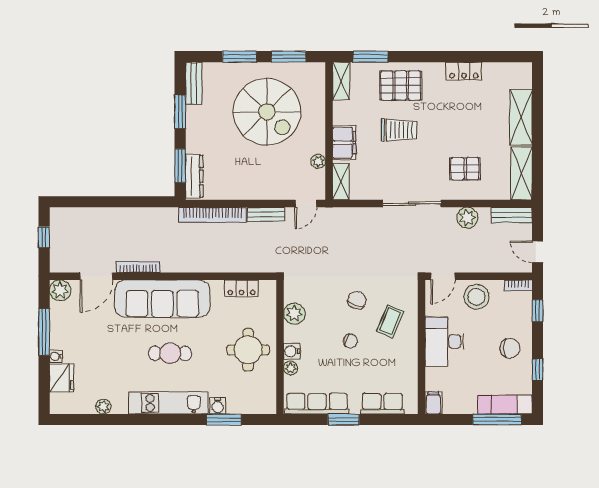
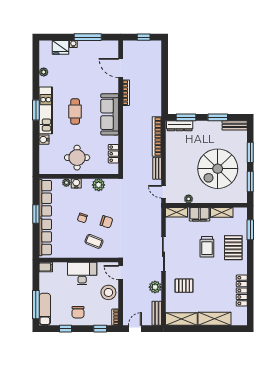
locker: (464, 71) -> (242, 291), width x1.53
shelving: (341, 81) -> (222, 212), moved
pallet: (465, 169) -> (184, 286), turned 90
plant: (60, 290) -> (112, 47), removed
sofa: (162, 299) -> (110, 114), width x0.74, depth x0.79
row of seats: (382, 404) -> (45, 237), width x1.48
window: (224, 419) -> (36, 110), moved

